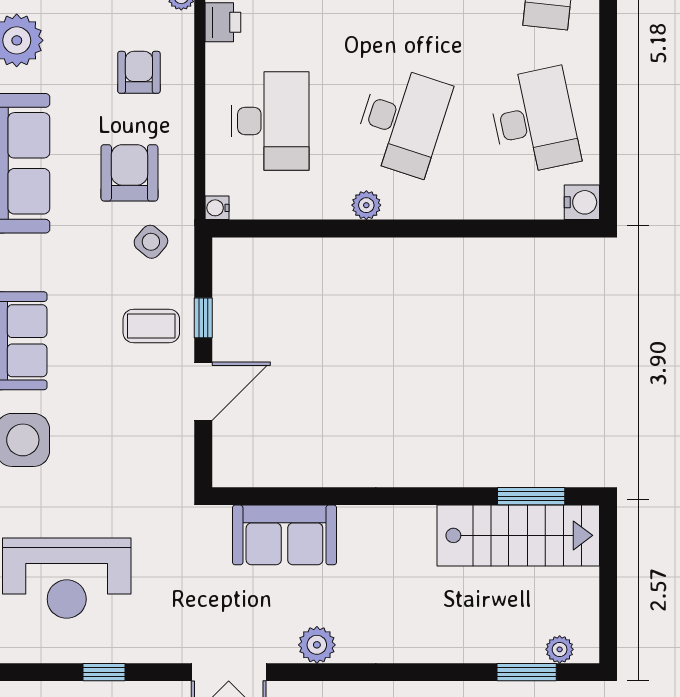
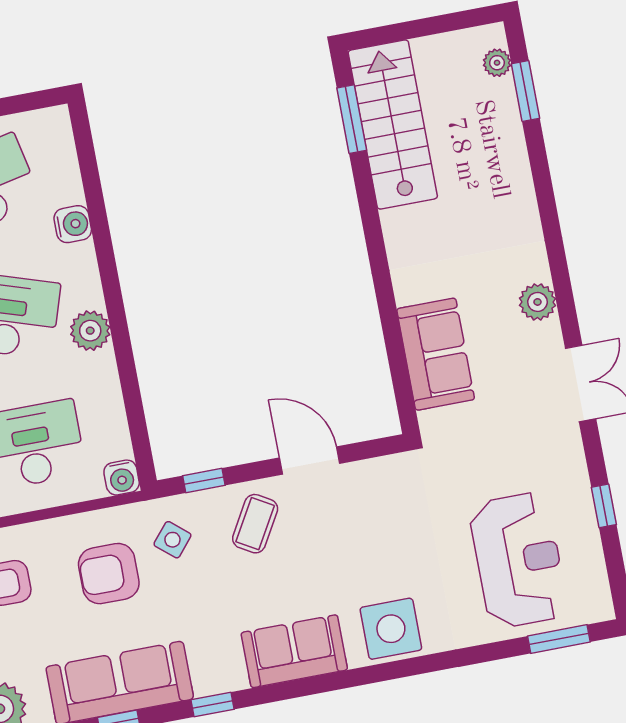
water cooler: (582, 202) -> (73, 224), moved, turned 90
plant: (366, 205) -> (90, 331), width x1.38, depth x1.38
water cooler: (217, 208) -> (122, 478), width x1.38, depth x1.38
window: (203, 318) -> (204, 480), moved
coffee table: (151, 326) -> (255, 524), turned 30

